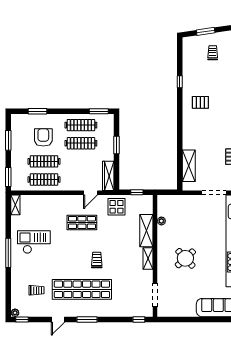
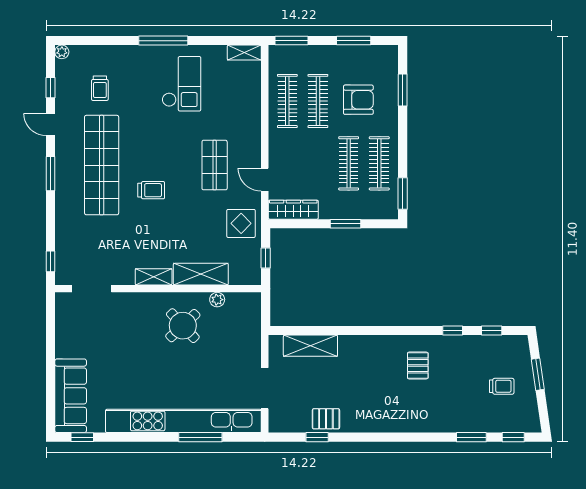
window: (180, 59) -> (492, 330), added
round table: (185, 258) -> (183, 326), moved
window: (22, 319) -> (50, 88), moved

